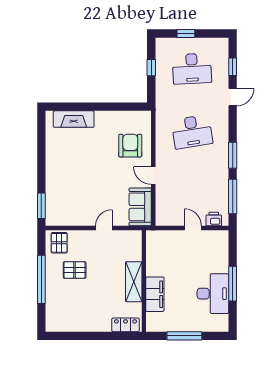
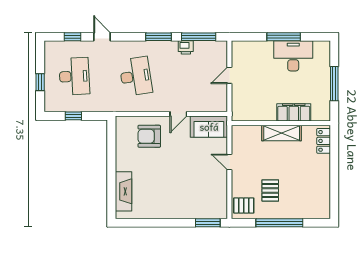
printer: (214, 219) -> (186, 47), moved, turned -90

